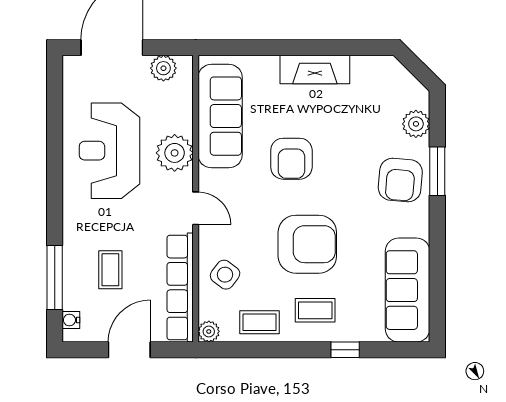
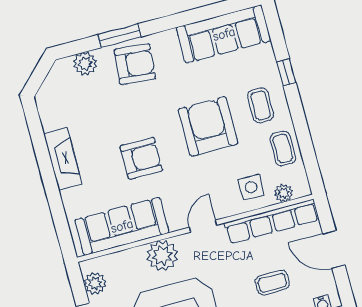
side table: (225, 275) -> (251, 187), turned -37
plant: (209, 331) -> (283, 193), moved

